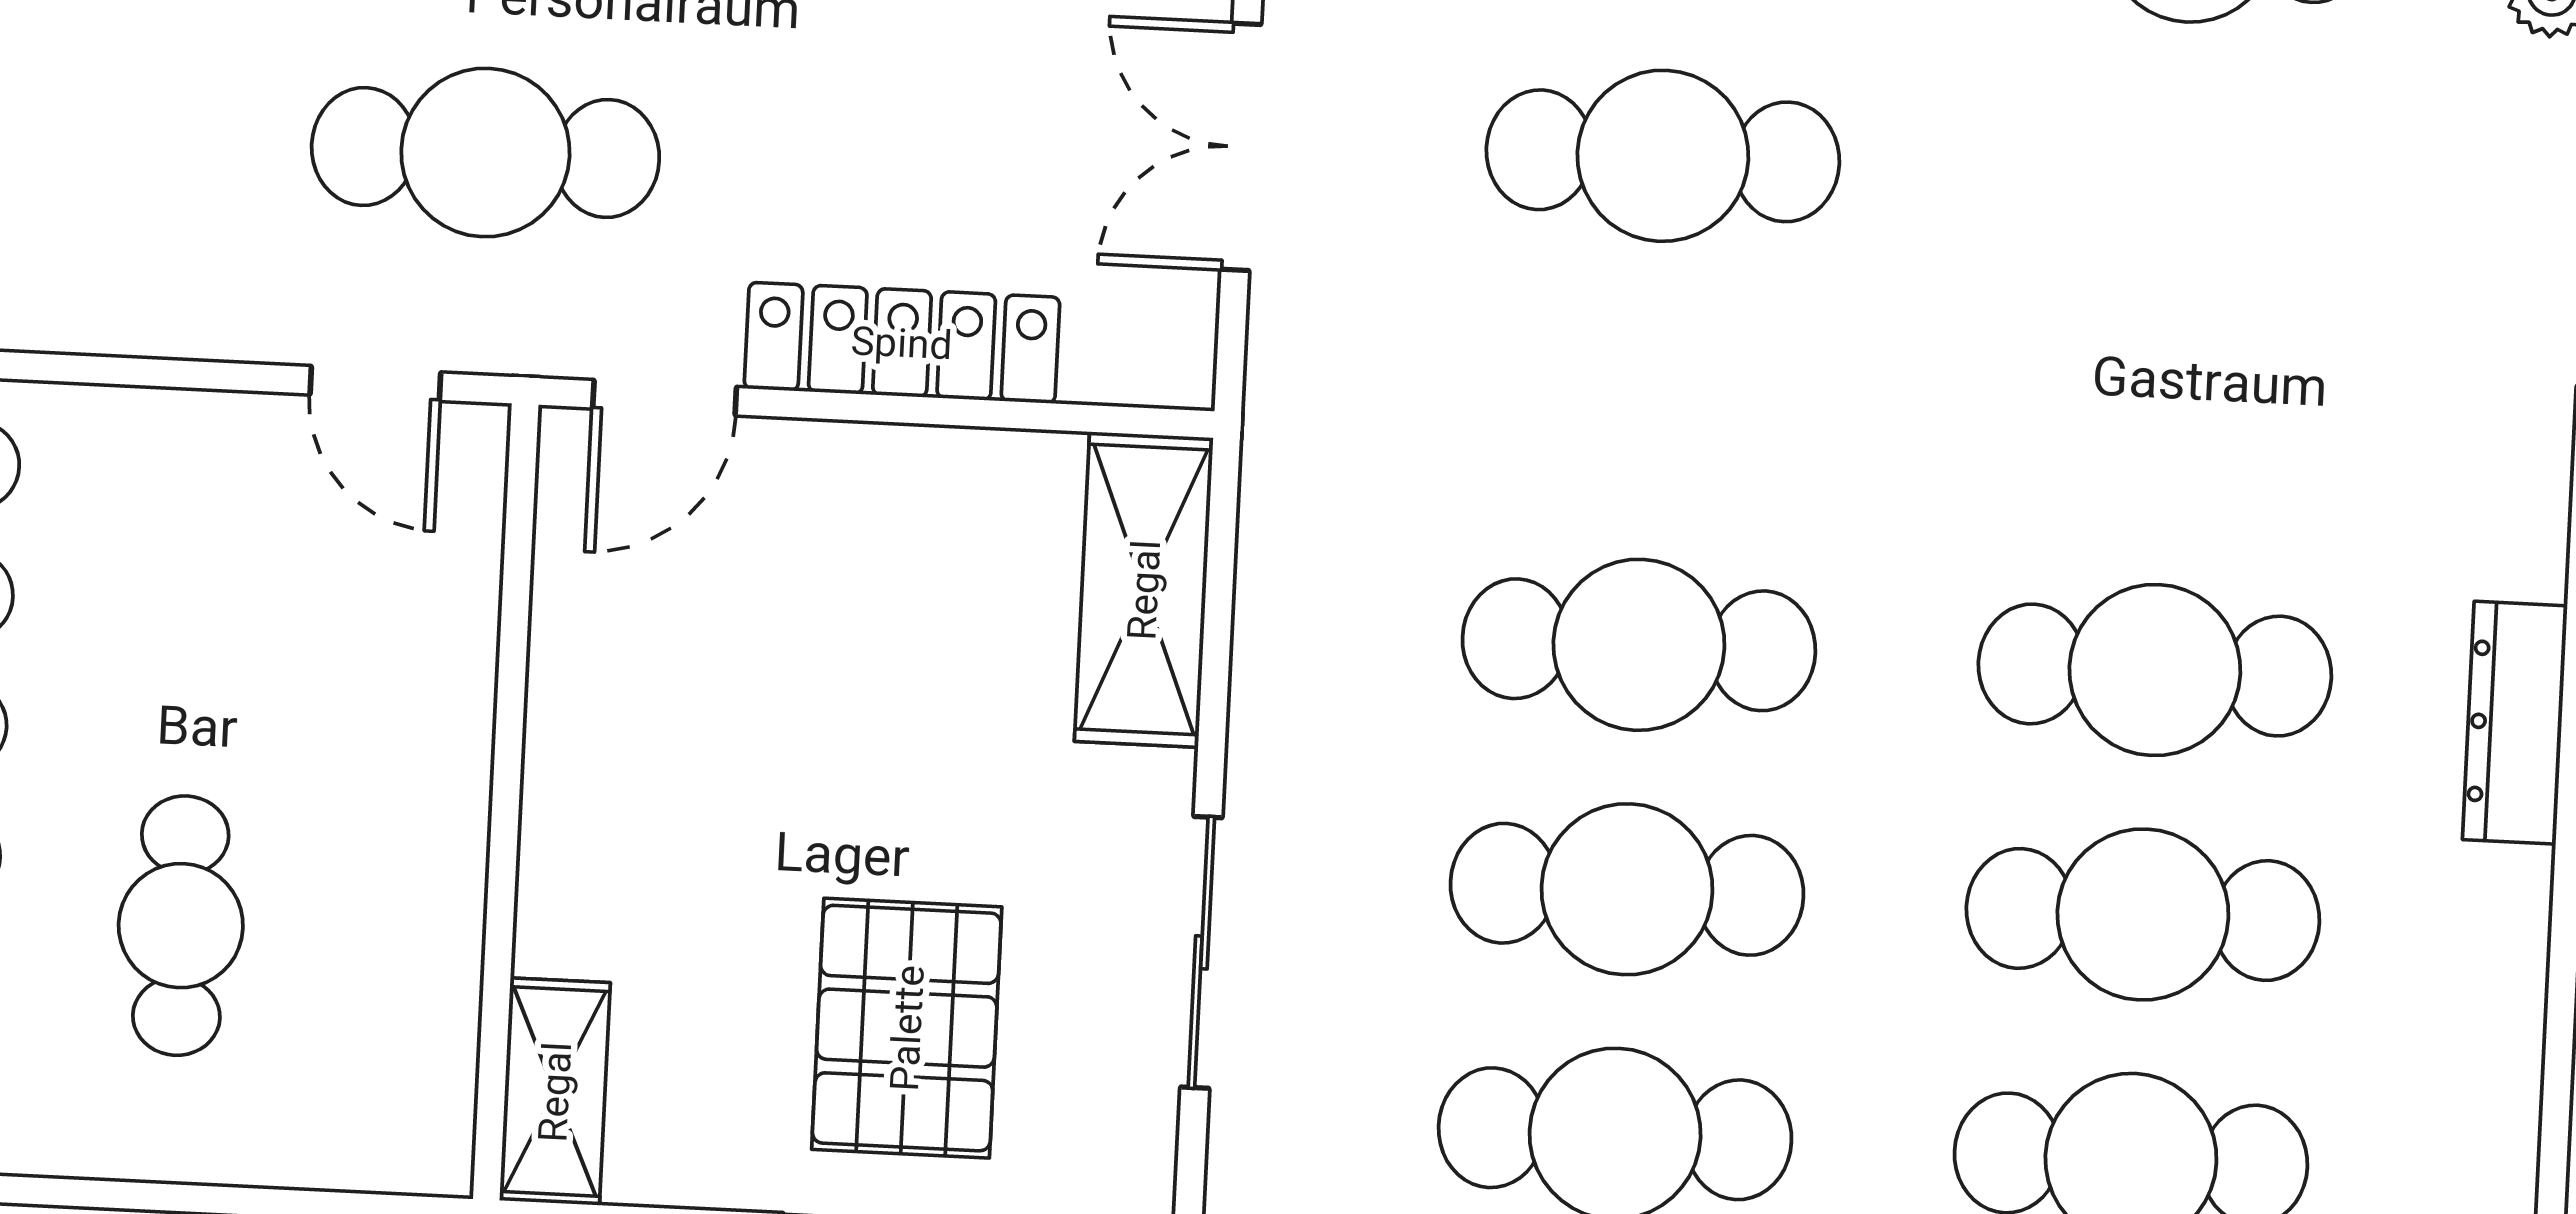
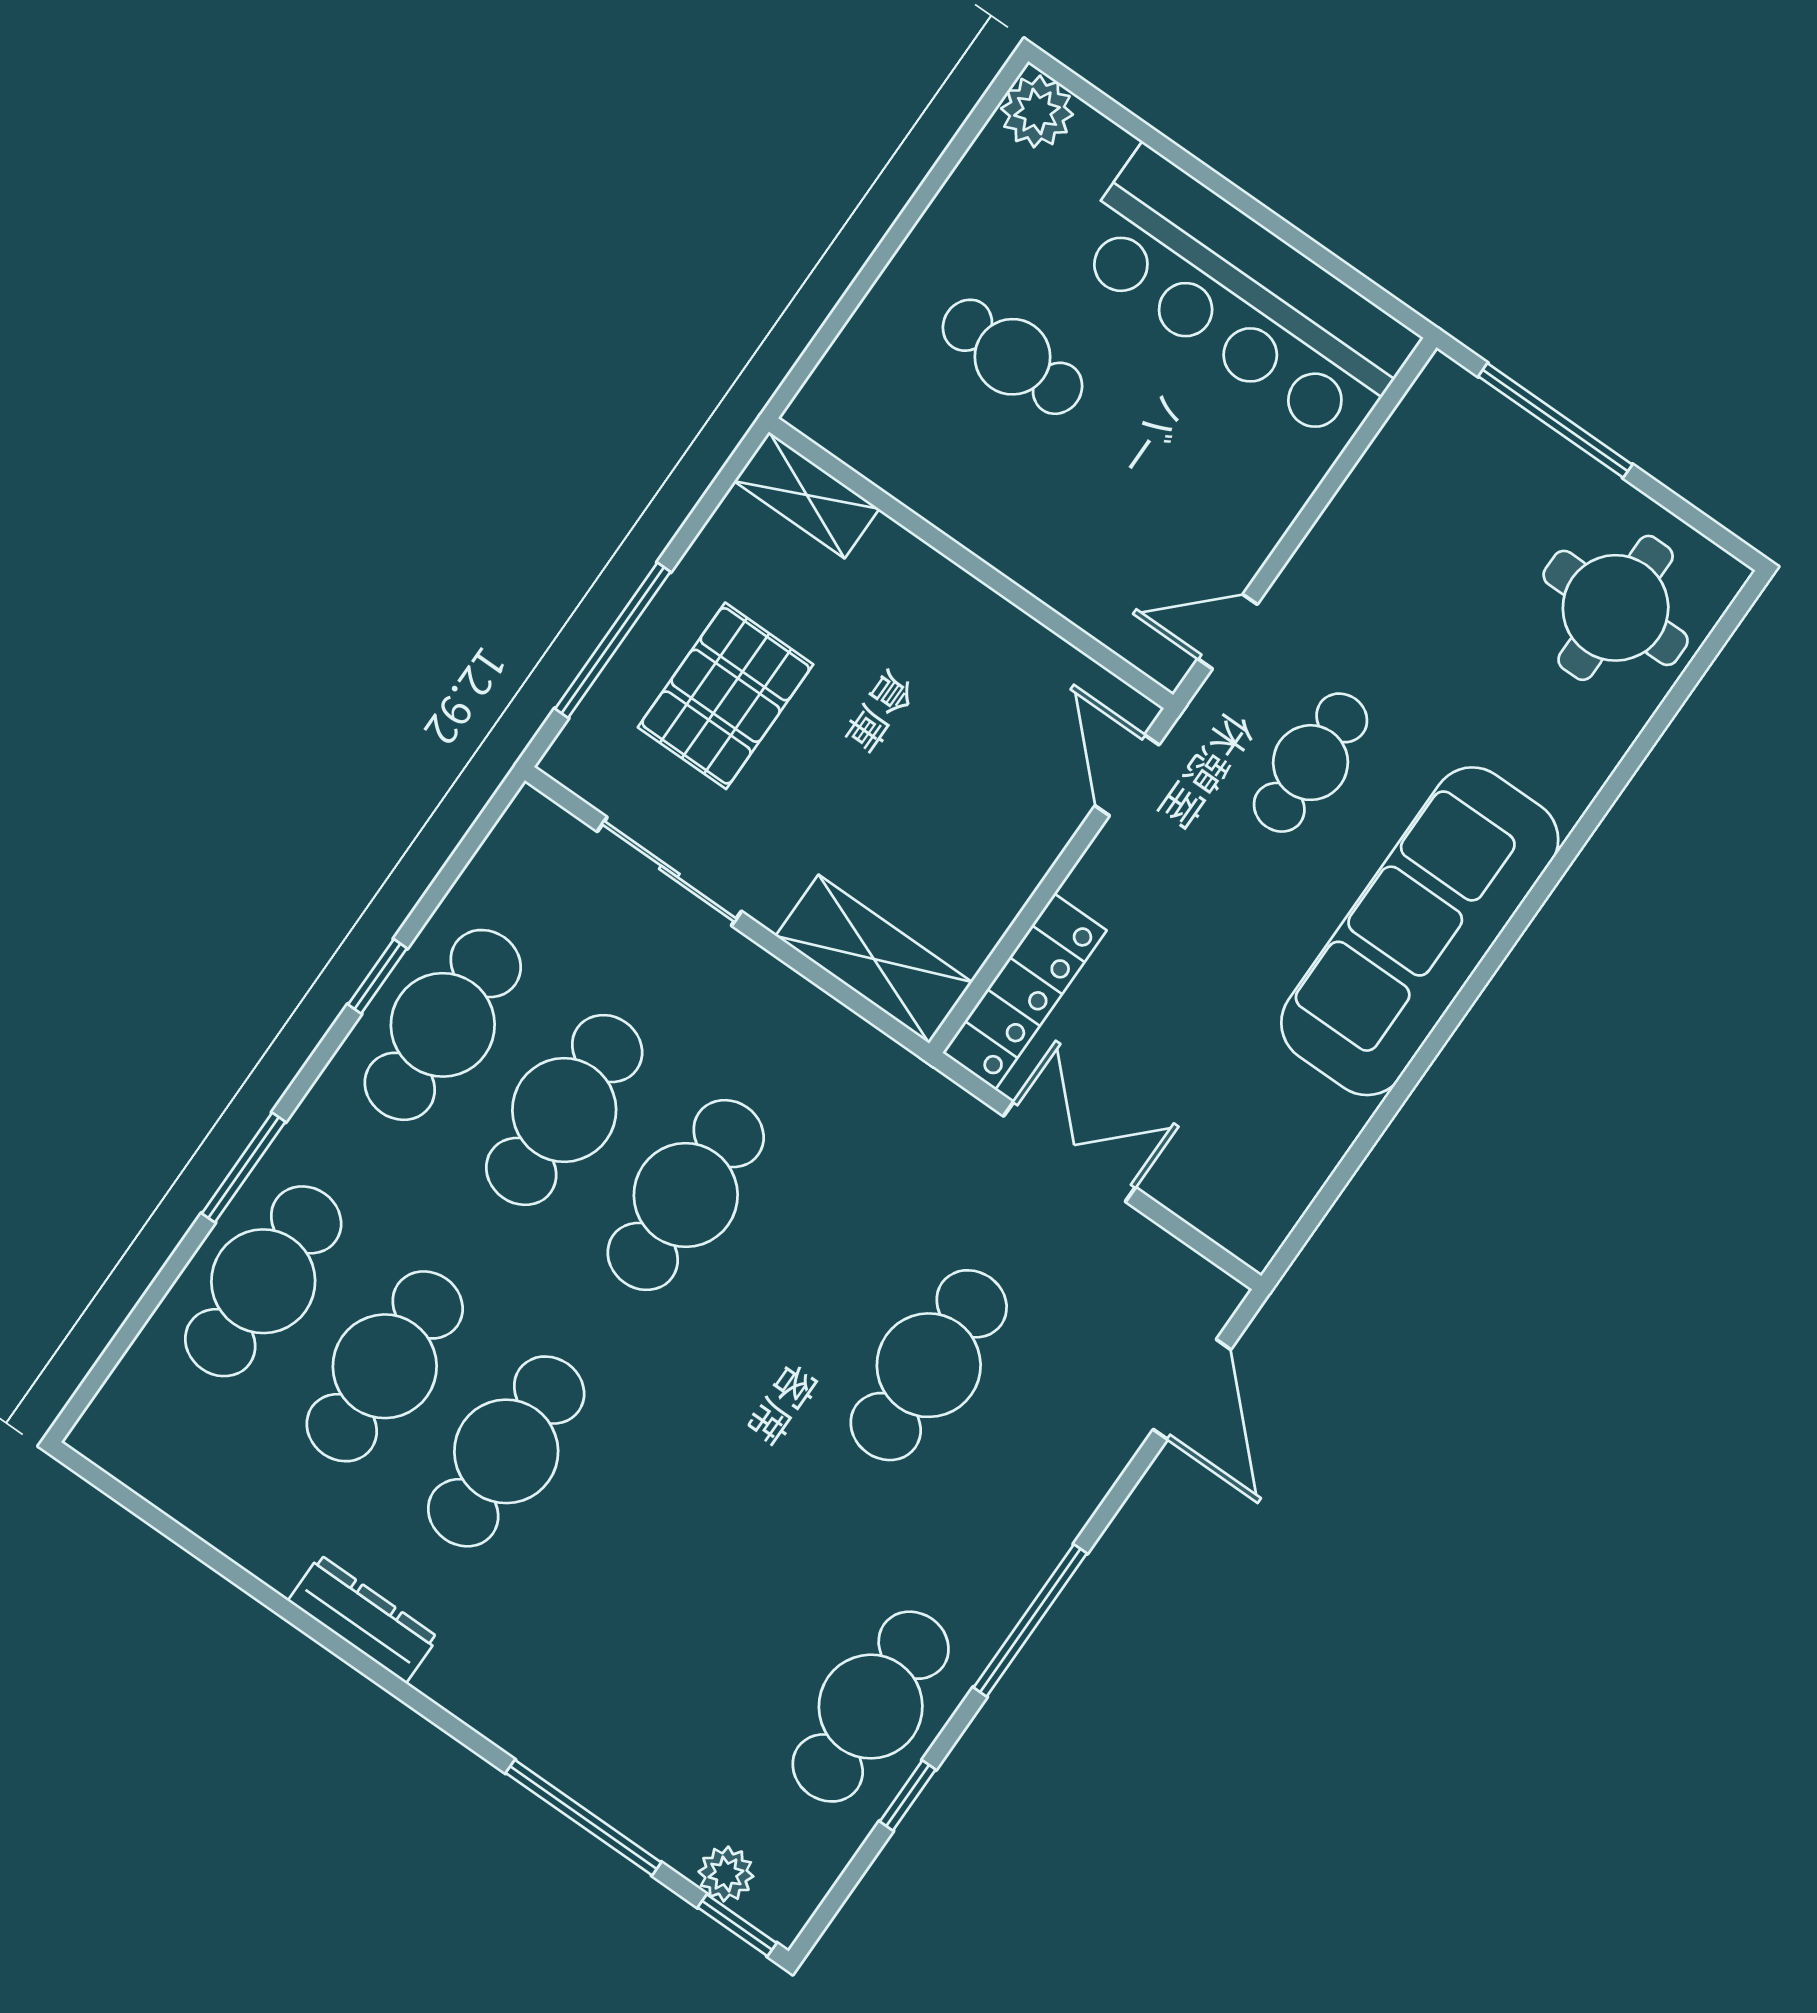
cafe table: (485, 153) -> (1311, 763), width x0.73, depth x0.74
locker: (902, 343) -> (1025, 992), moved
pallet: (907, 1028) -> (726, 696), turned 90

